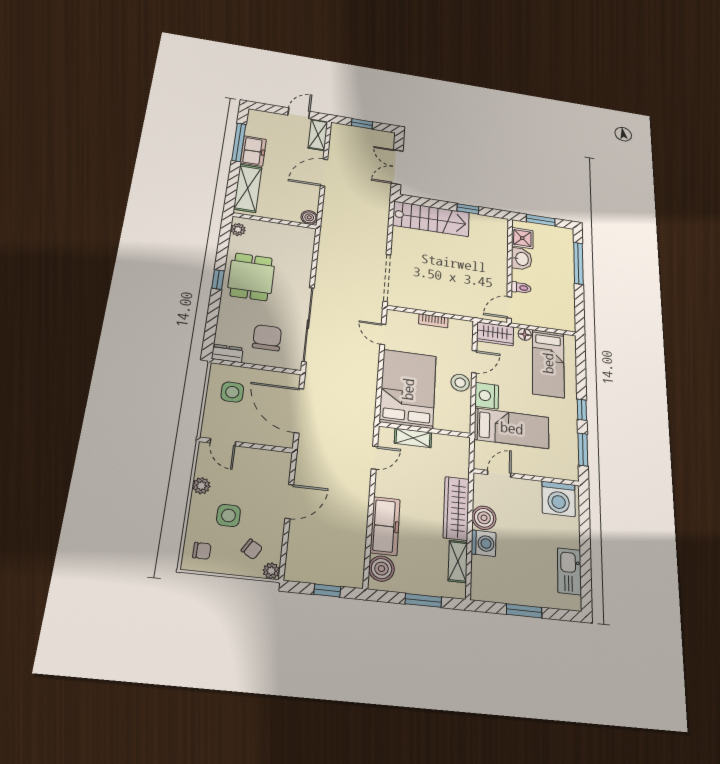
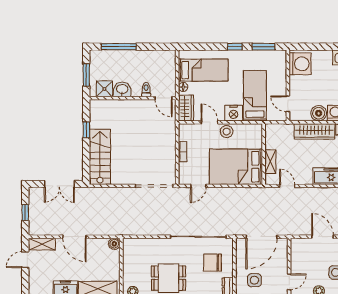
door: (299, 113) -> (25, 260), hinge flipped

